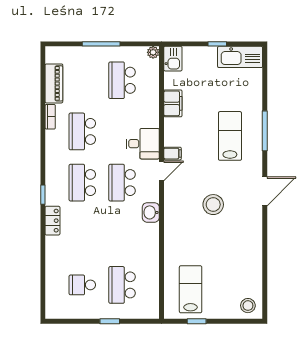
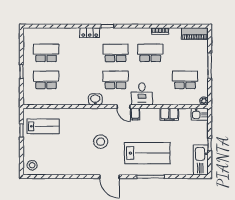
piano: (54, 83) -> (195, 34), moved
lab bench: (230, 136) -> (147, 153), width x1.36, depth x1.39
school desk: (82, 285) -> (46, 53), width x1.85

